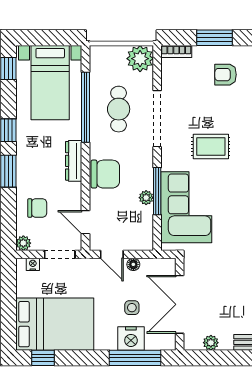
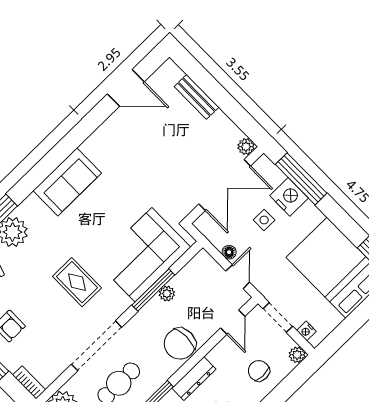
chair: (105, 174) -> (180, 344), turned -90
plant: (211, 343) -> (246, 147), moved

